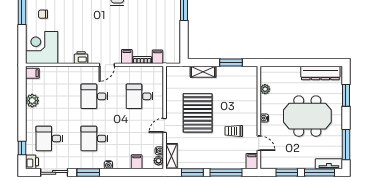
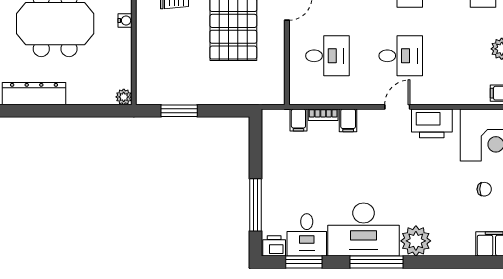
printer: (81, 58) -> (432, 123), width x1.87, depth x1.48
door: (107, 65) -> (397, 107), moved
shelving: (203, 72) -> (224, 96), removed
plant: (265, 89) -> (124, 97), moved

